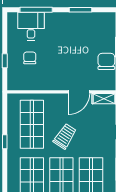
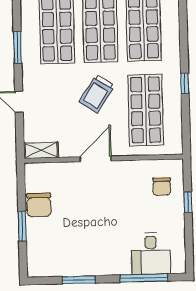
chair: (30, 58) -> (162, 187), moved
door: (79, 92) -> (96, 159), moved

